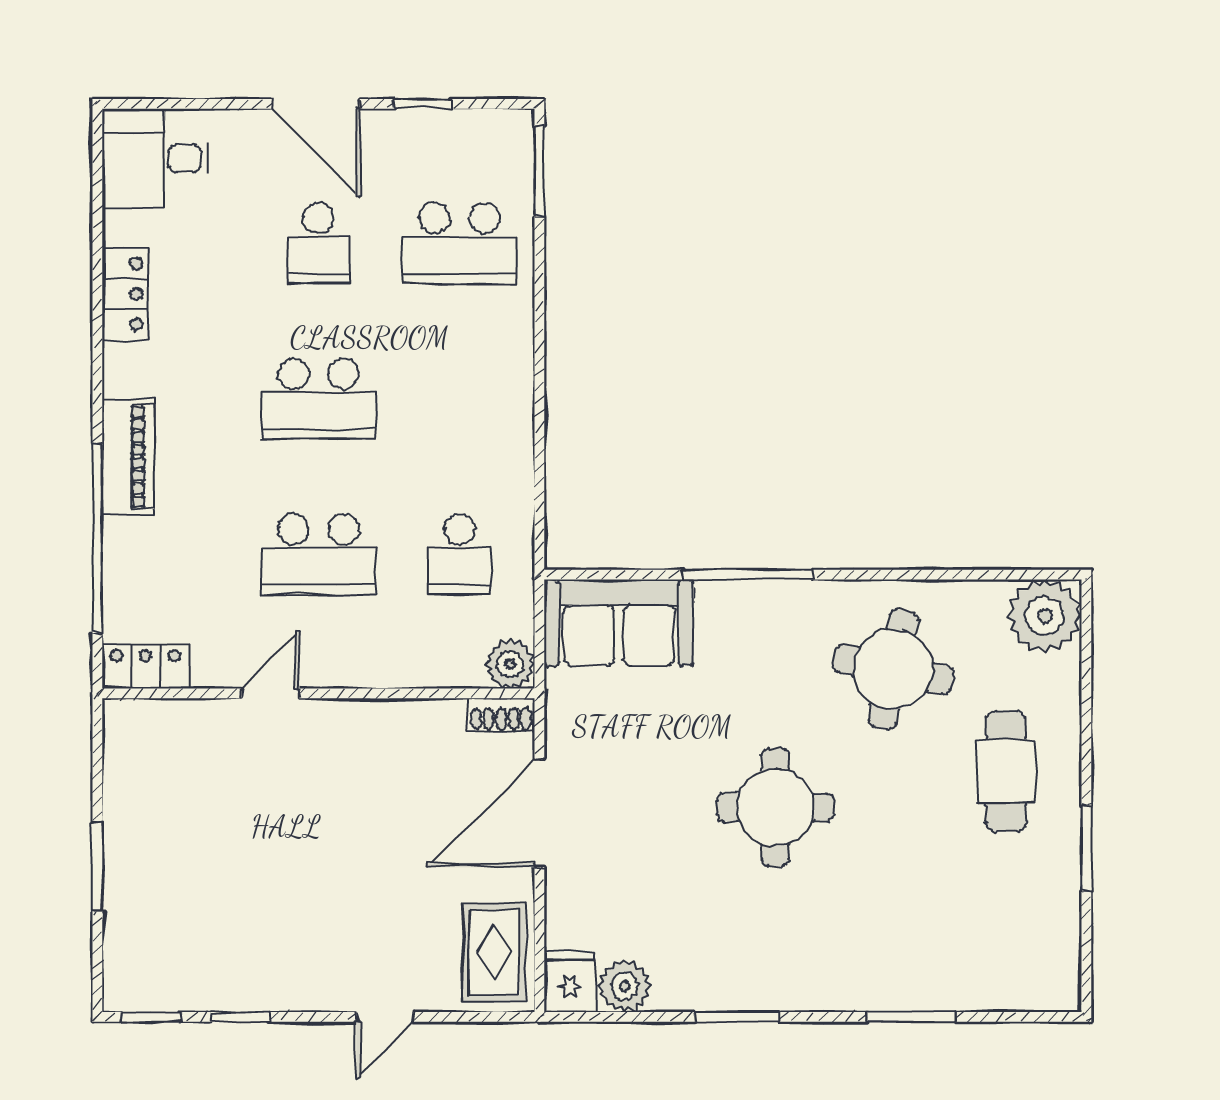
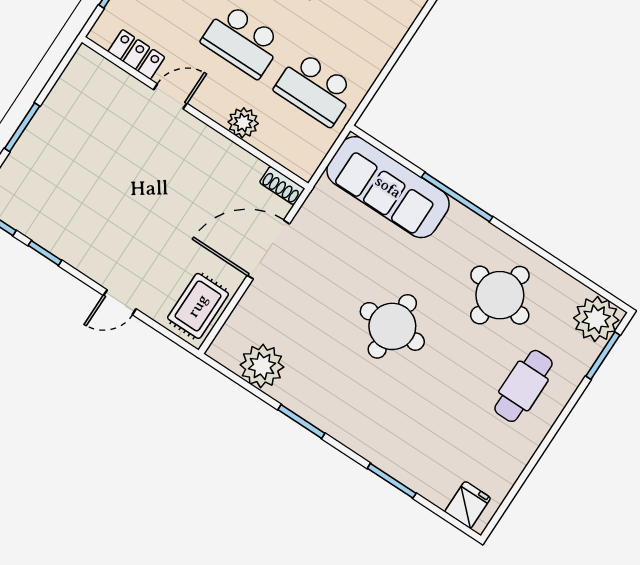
school desk: (460, 554) -> (315, 89), width x1.85
sofa: (619, 623) -> (388, 187), width x1.36
plant: (510, 664) -> (243, 123), moved
locker: (146, 667) -> (136, 54), moved
window: (1086, 848) -> (603, 356), moved
fridge: (570, 982) -> (468, 505), moved
plant: (625, 986) -> (262, 366), width x1.36, depth x1.36

